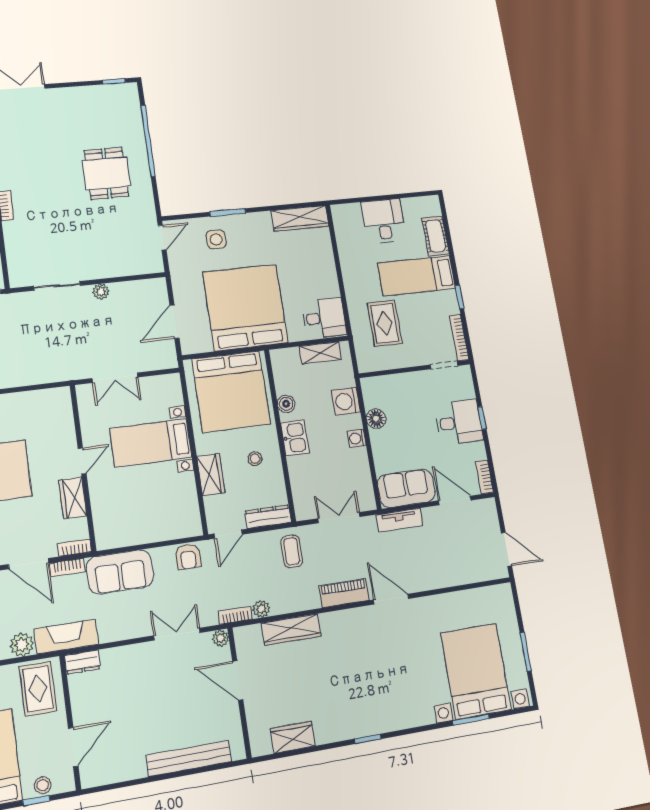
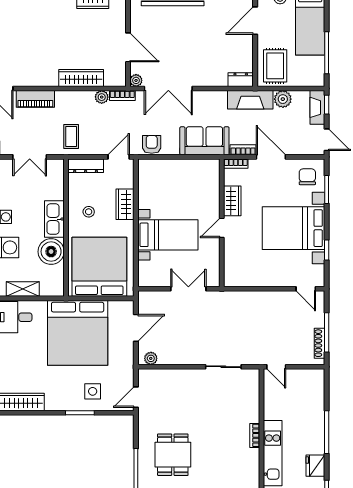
plant: (101, 292) -> (151, 358), moved
boiler: (286, 404) -> (51, 252), width x1.86, depth x1.86
kitchen sink: (295, 438) -> (54, 219), width x1.38
double door: (177, 634) -> (168, 89), width x1.37

